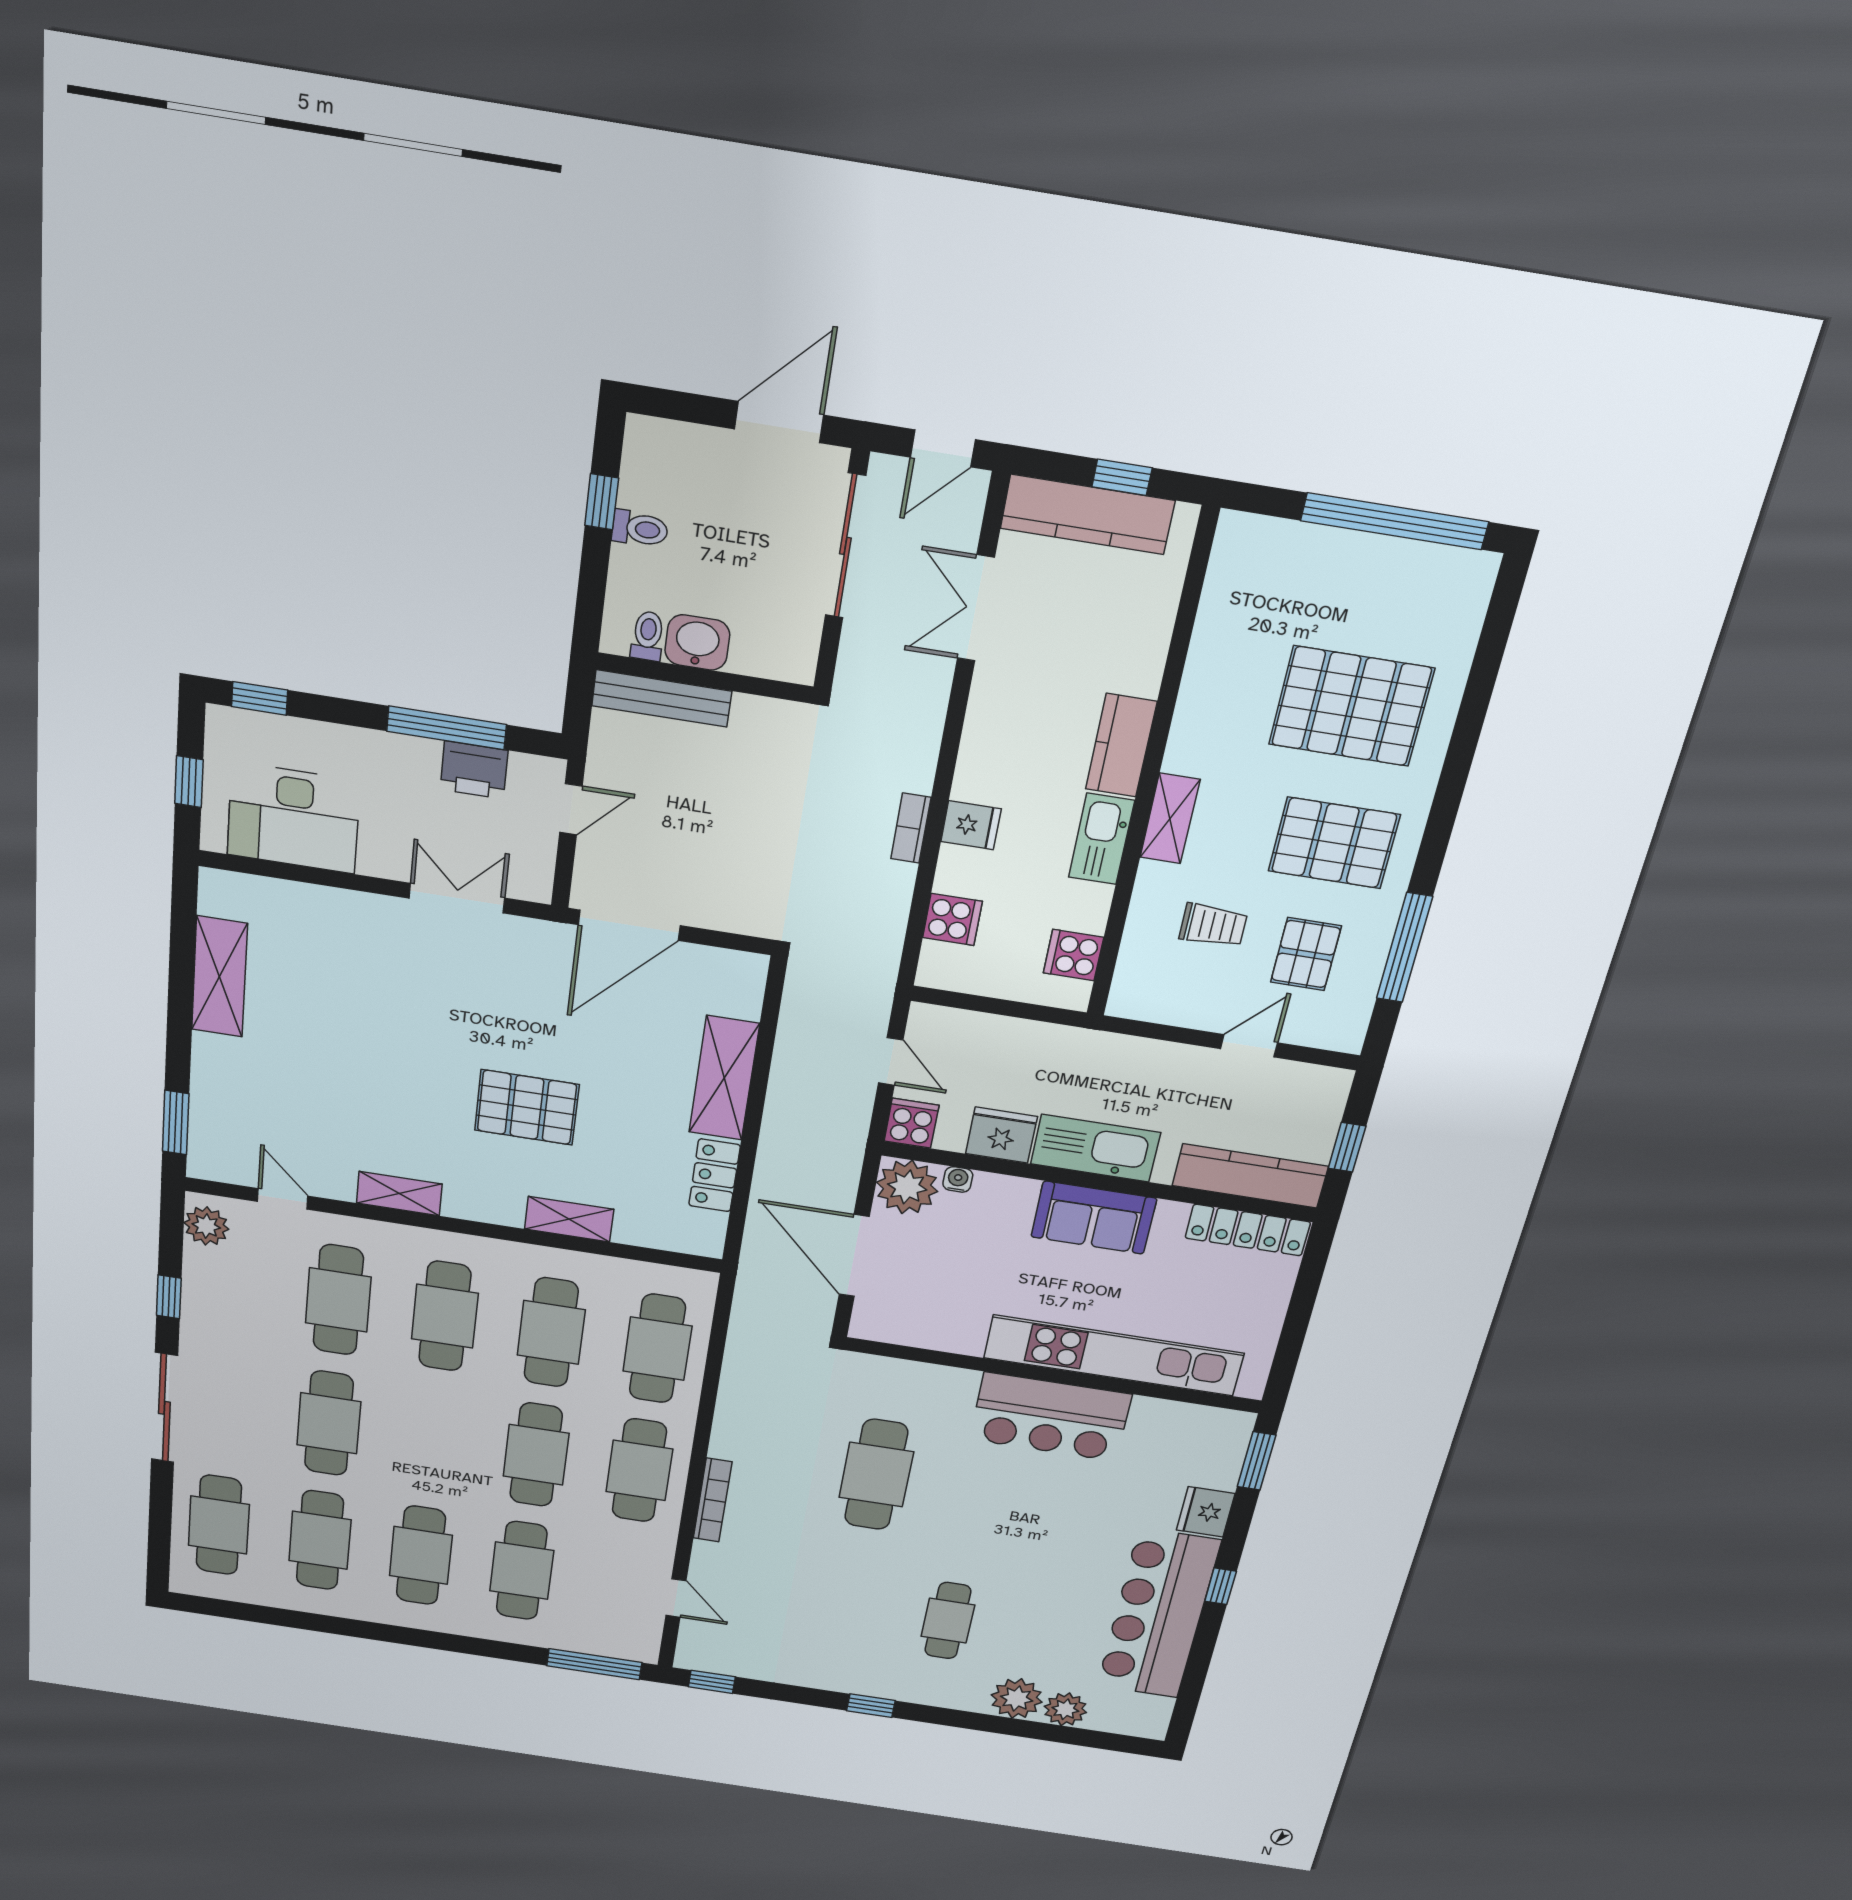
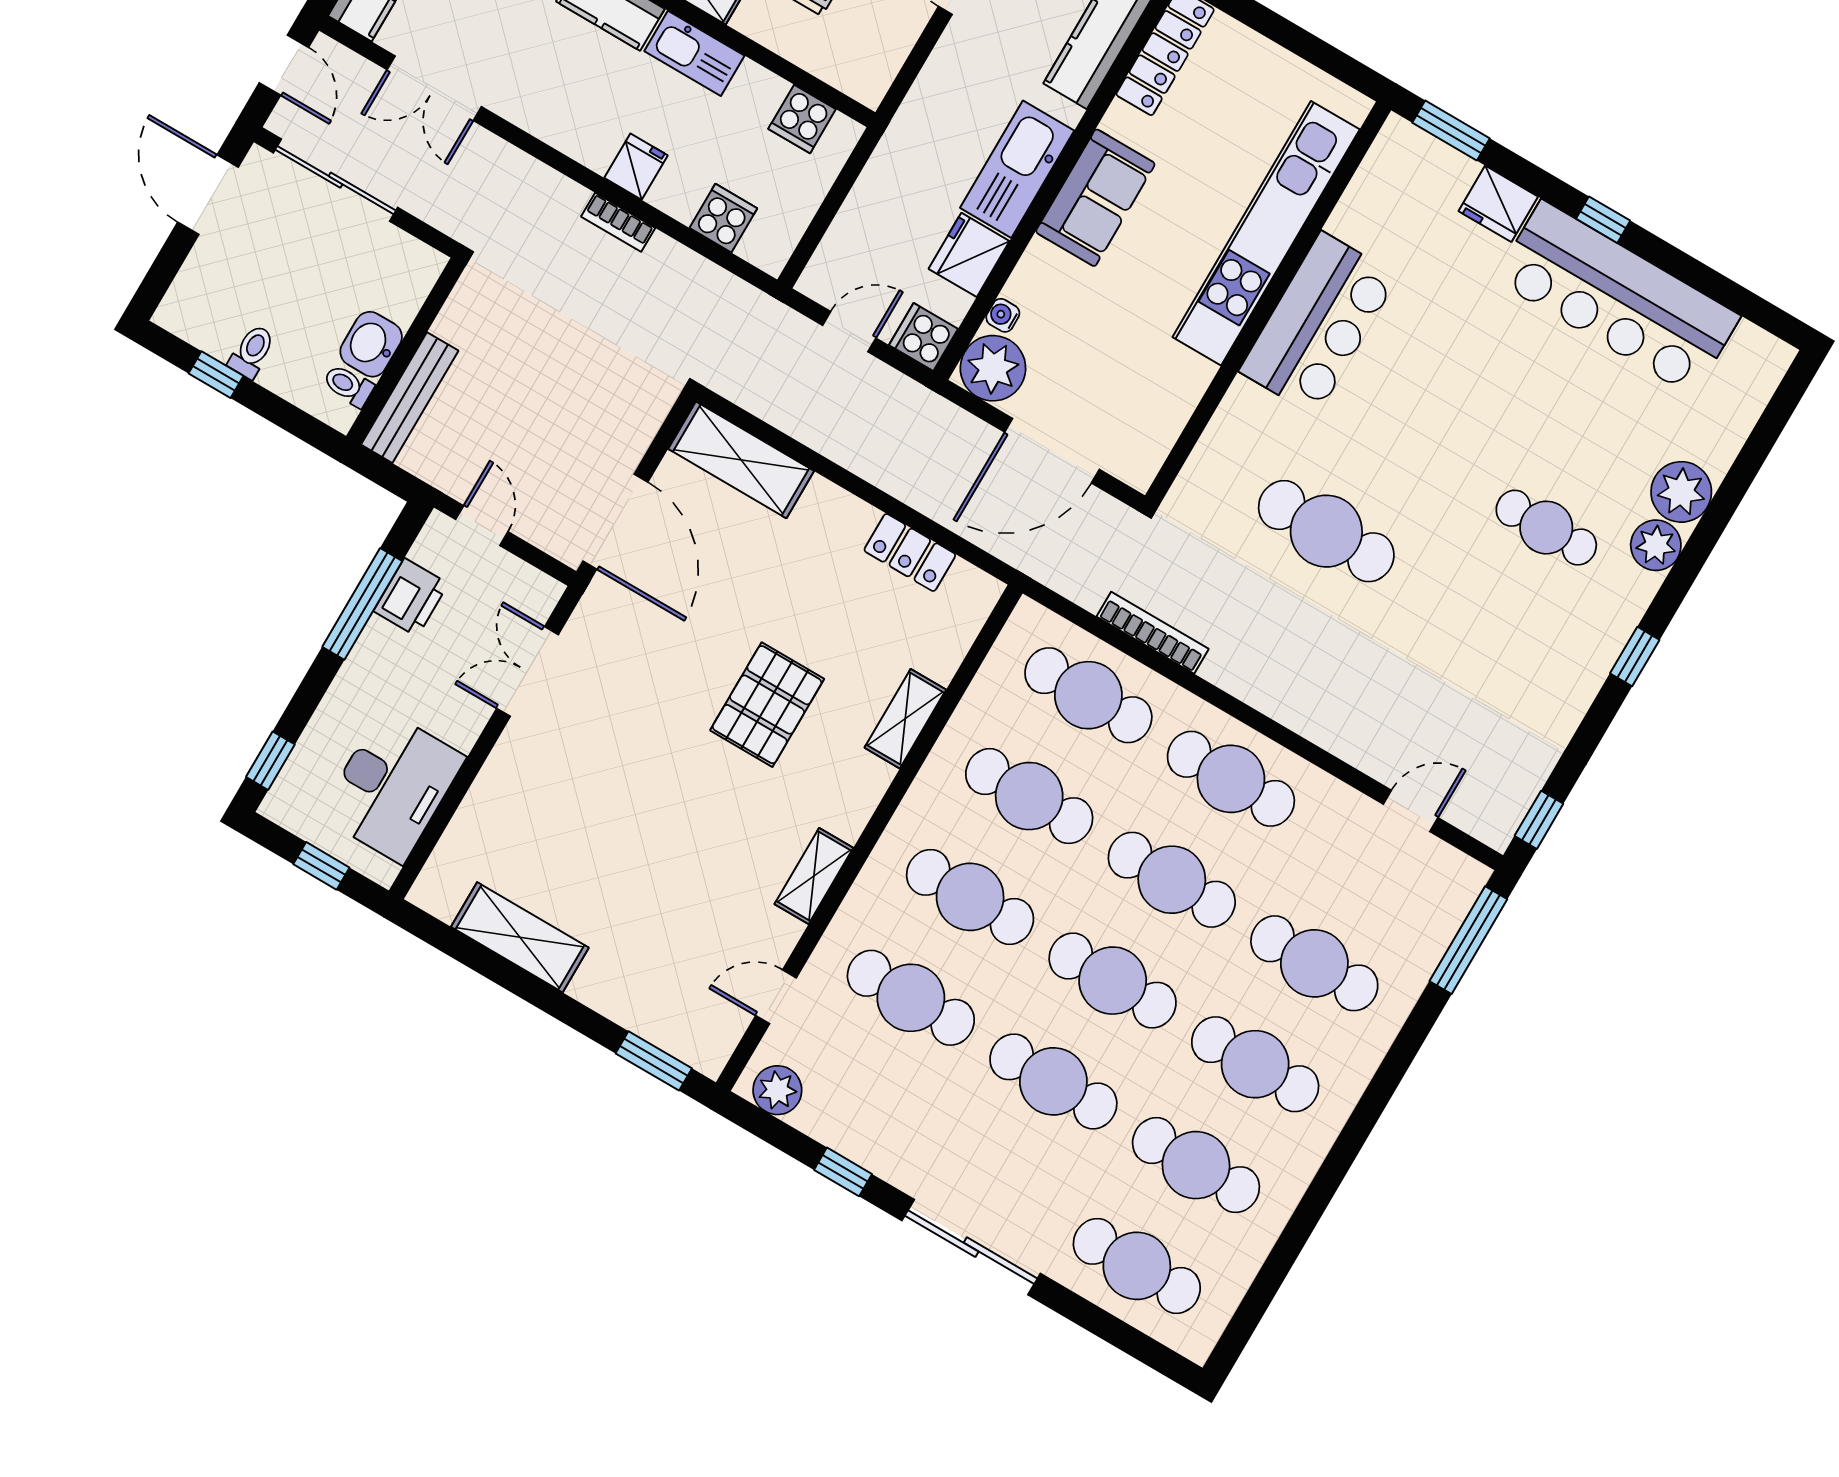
shelving: (724, 1078) -> (741, 460), moved
cafe table: (433, 1439) -> (1113, 981), added
bookcase: (713, 1500) -> (1153, 633), moved
plant: (1065, 1709) -> (1656, 545), moved

